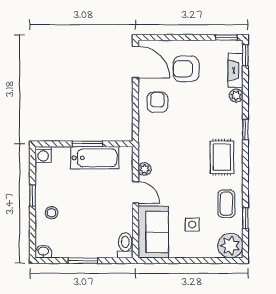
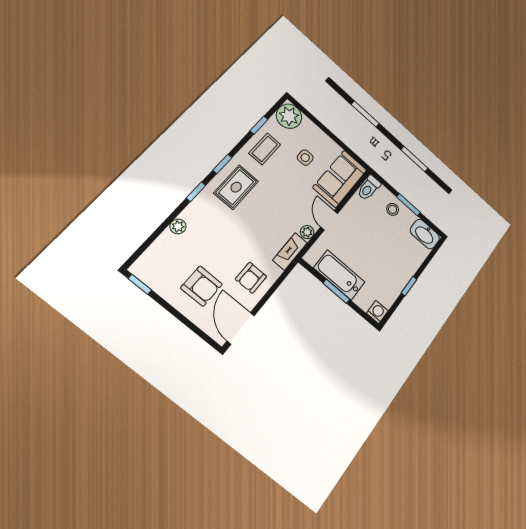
window: (245, 55) -> (222, 164), moved
fireplace: (235, 70) -> (290, 251), moved, turned 180
stool: (51, 213) -> (393, 209), moved
washbasin: (43, 251) -> (425, 234), width x1.91, depth x1.45

